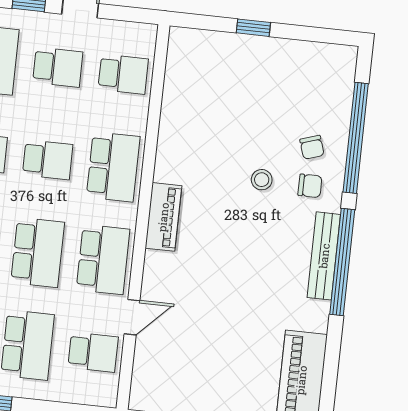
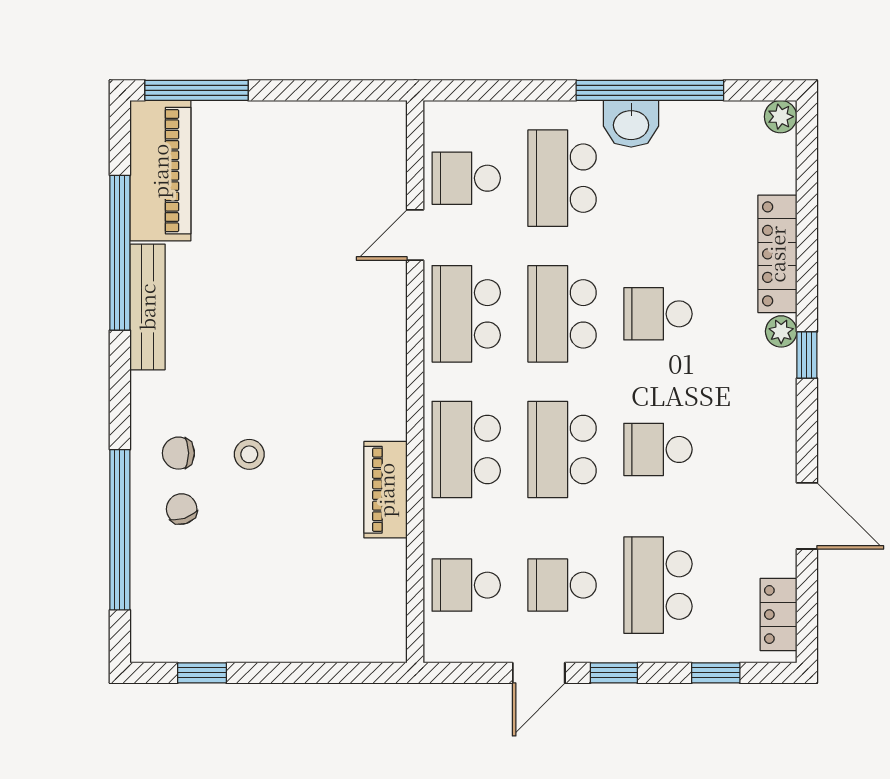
window: (253, 28) -> (202, 673), moved
school desk: (48, 160) -> (562, 449), width x1.85
piano: (163, 217) -> (386, 490), moved
bench: (324, 256) -> (147, 307), moved
window: (342, 262) -> (120, 253), moved

